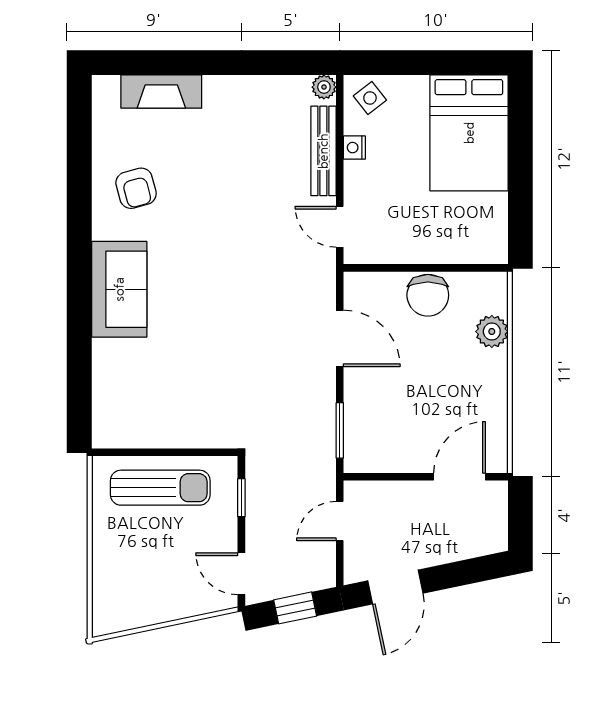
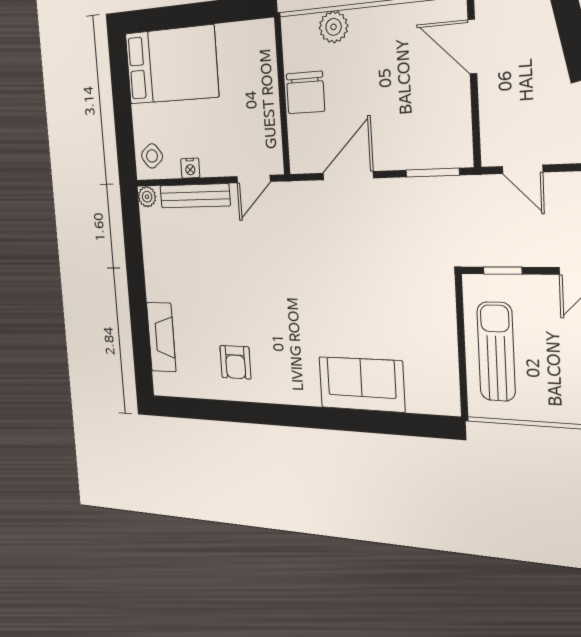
armchair: (136, 188) -> (235, 362), turned 105
sofa: (119, 289) -> (362, 384), moved
chair: (428, 295) -> (305, 92), turned 90

